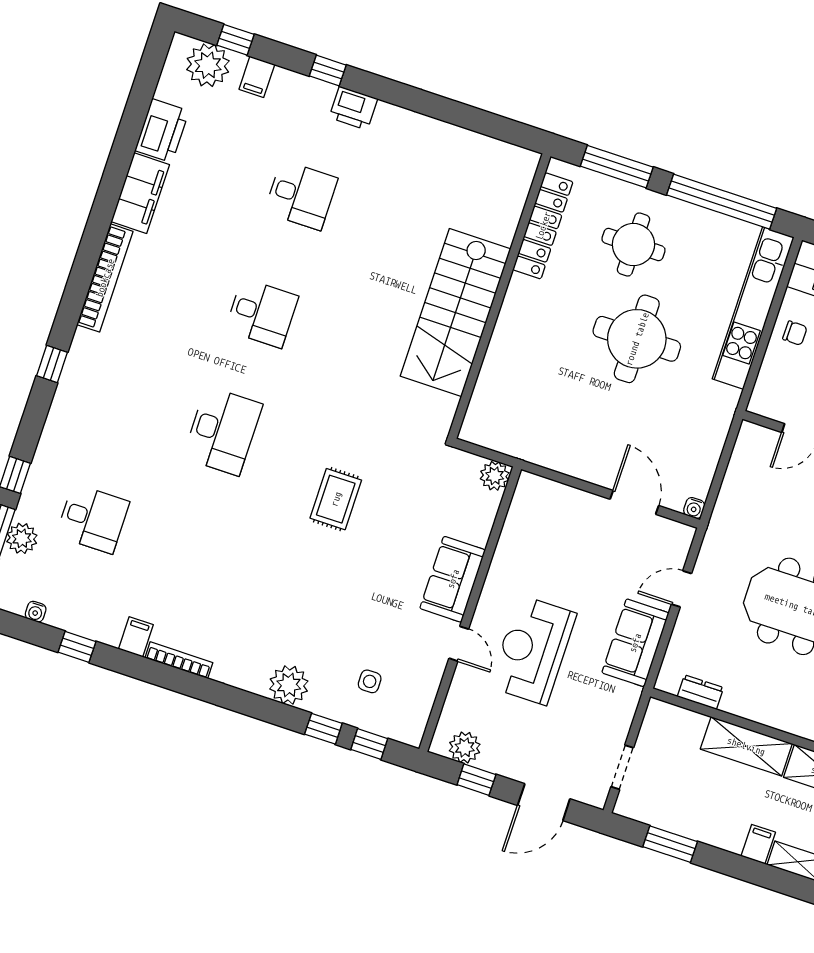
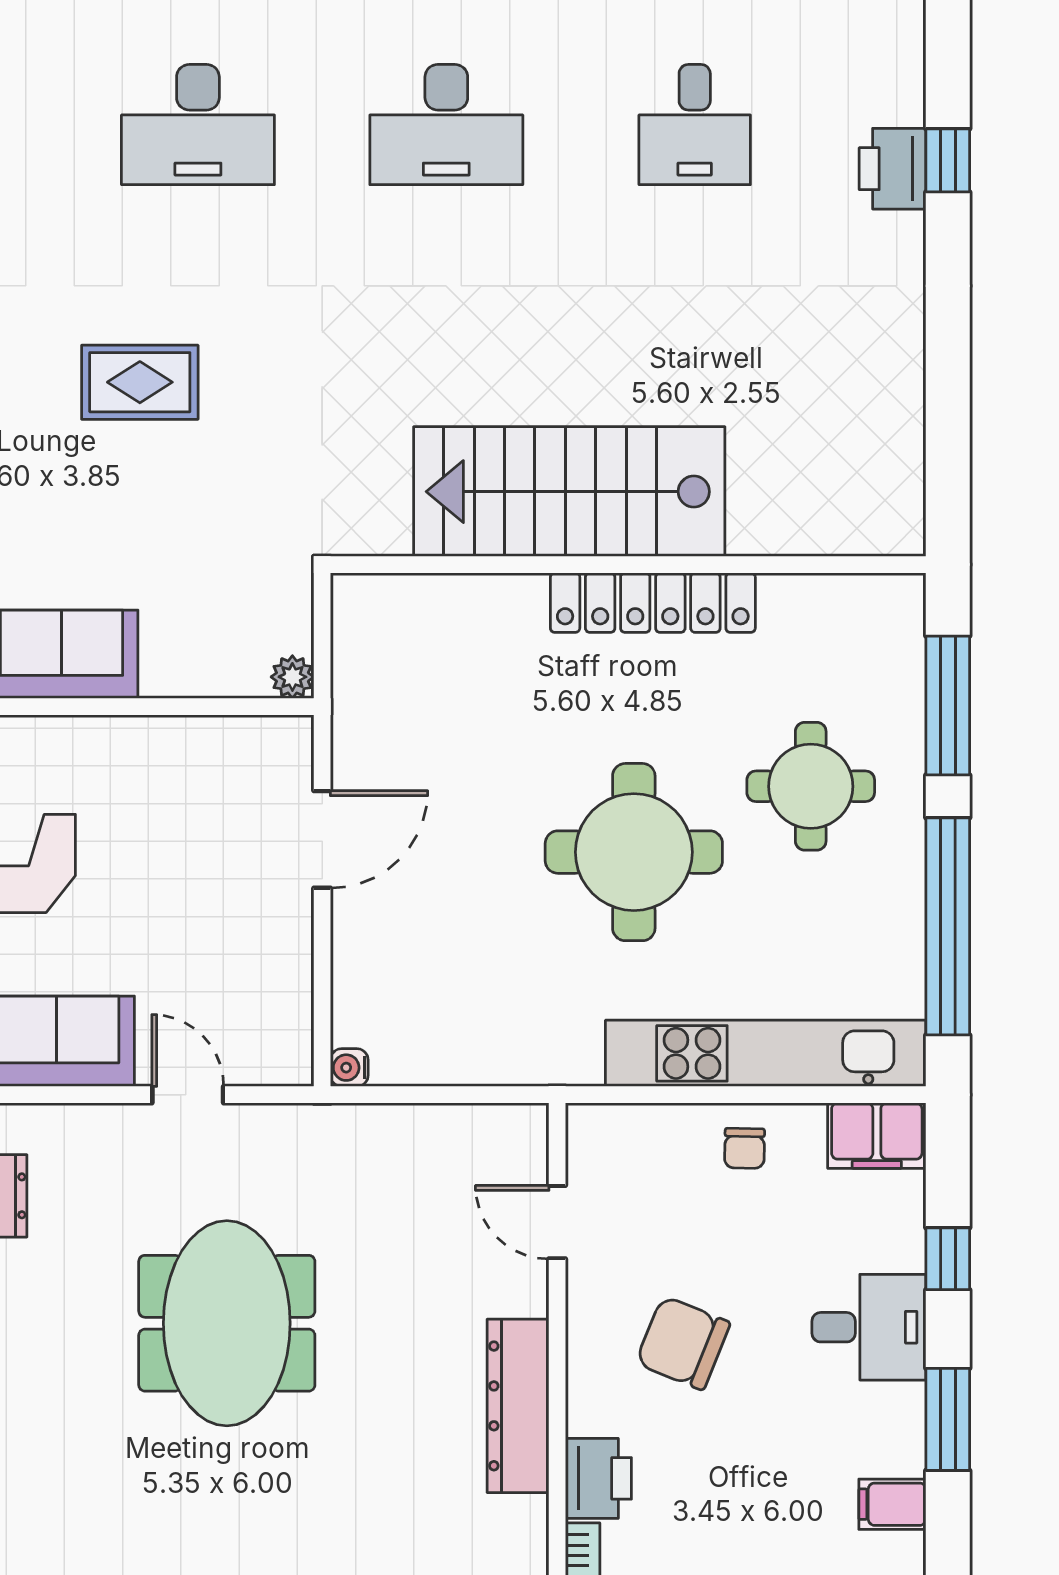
window: (328, 71) -> (948, 160), moved
locker: (543, 226) -> (653, 603), moved
desk: (262, 313) -> (446, 125), width x1.37
plant: (495, 476) -> (292, 677), width x0.73, depth x0.73
door: (634, 502) -> (322, 839), moved

